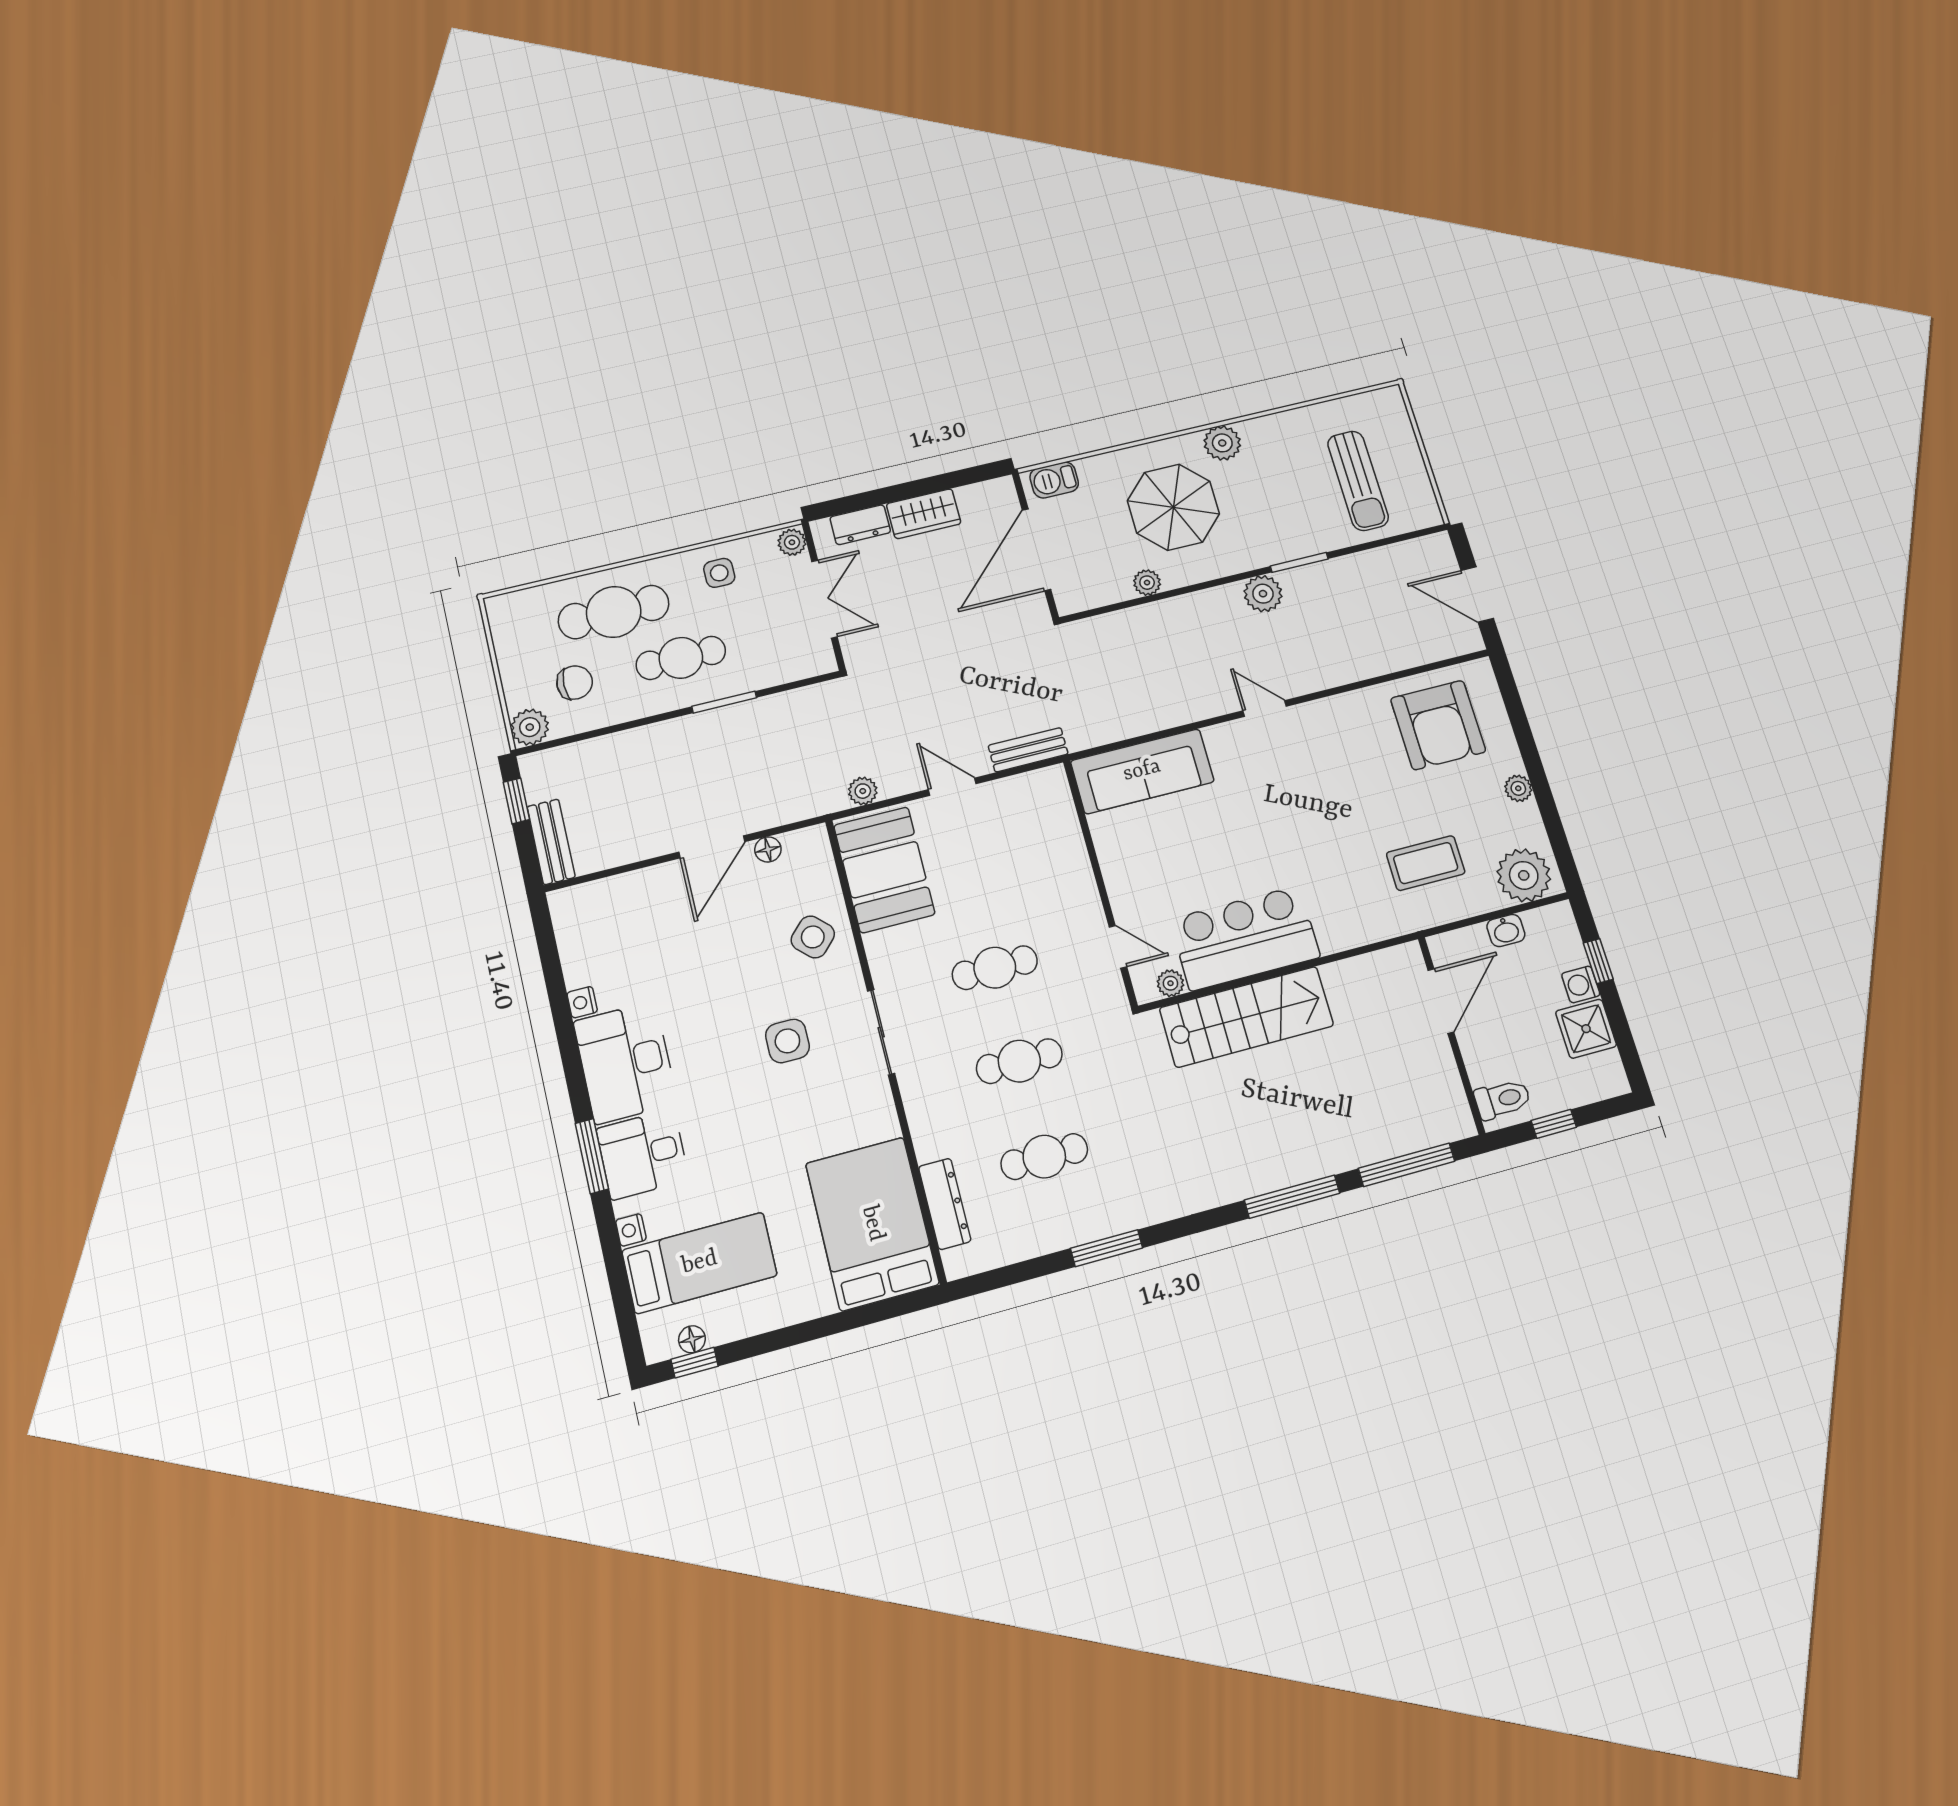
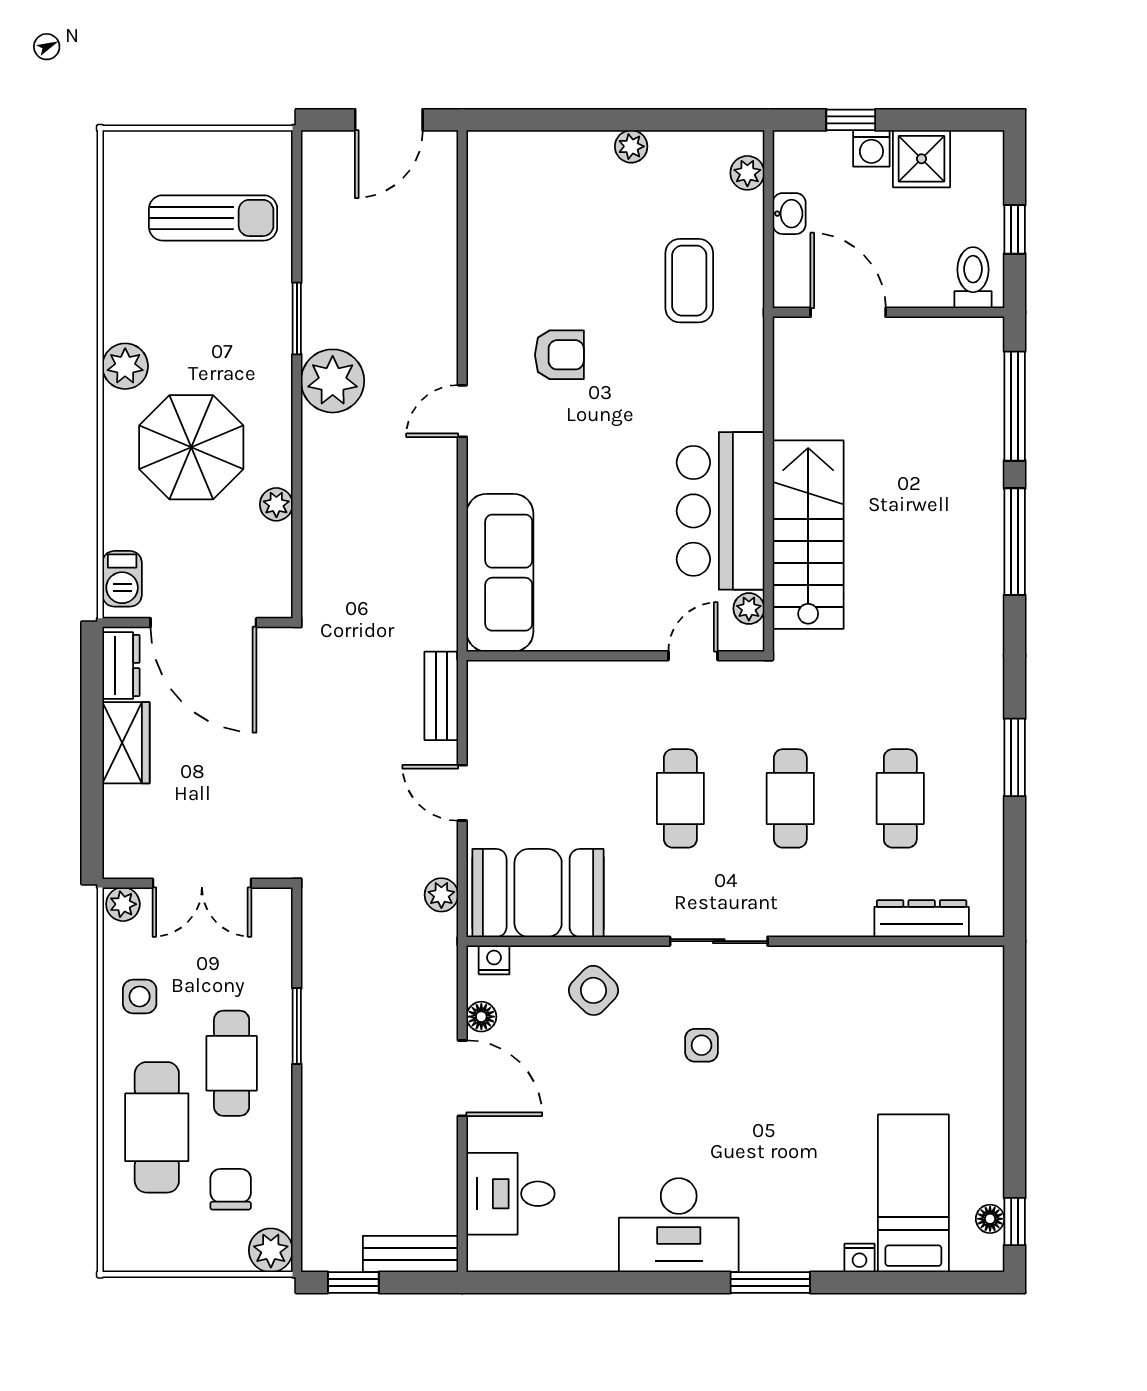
dresser: (860, 525) -> (121, 665), moved
plant: (1263, 594) -> (333, 381), width x1.36, depth x1.36
double door: (824, 599) -> (202, 883), swing flipped
armchair: (1438, 725) -> (559, 355), moved, width x0.53, depth x0.53
door: (952, 787) -> (462, 793), hinge flipped
plant: (1524, 875) -> (747, 173), width x0.53, depth x0.53
nightstand: (582, 1002) -> (494, 960), moved, turned 180
side table: (787, 1041) -> (702, 1045), width x0.73, depth x0.73
desk: (643, 1154) -> (511, 1194), moved, turned 90
bed: (872, 1224) -> (922, 1001), removed

